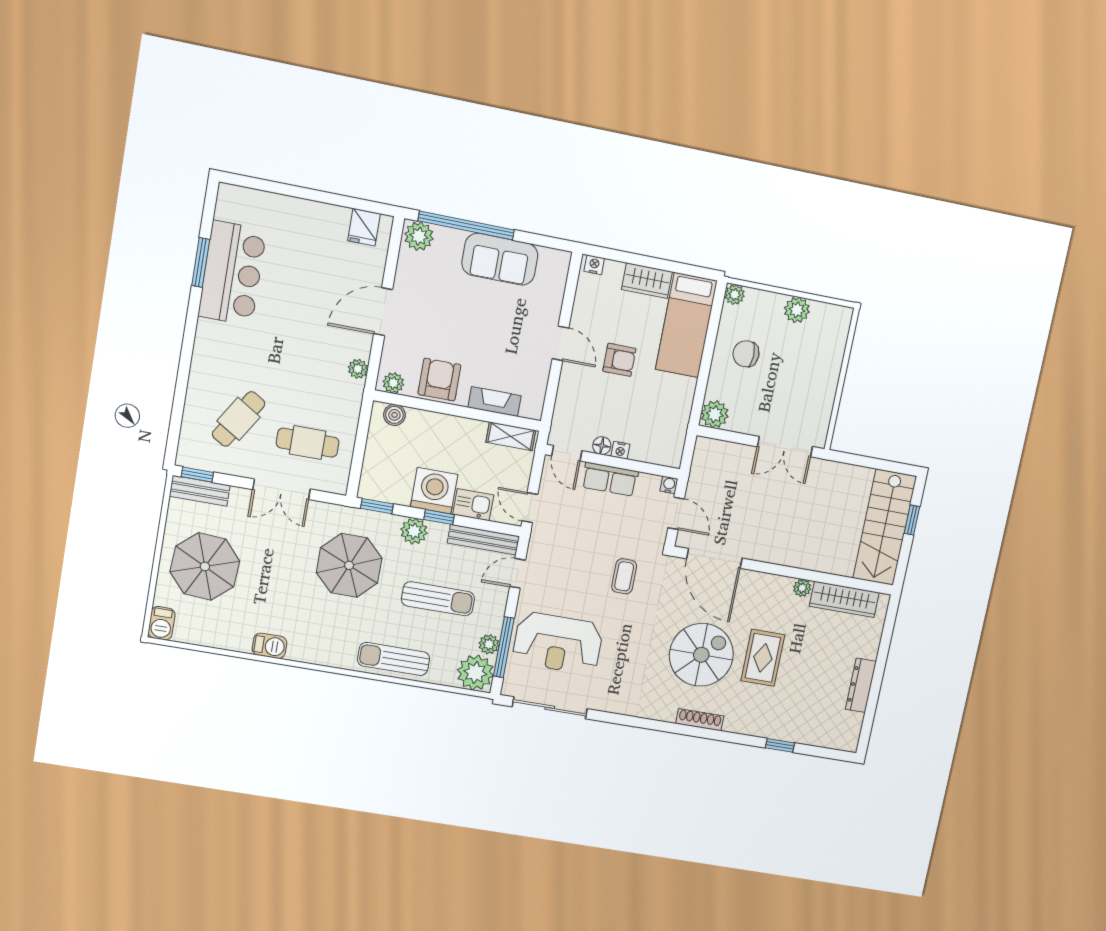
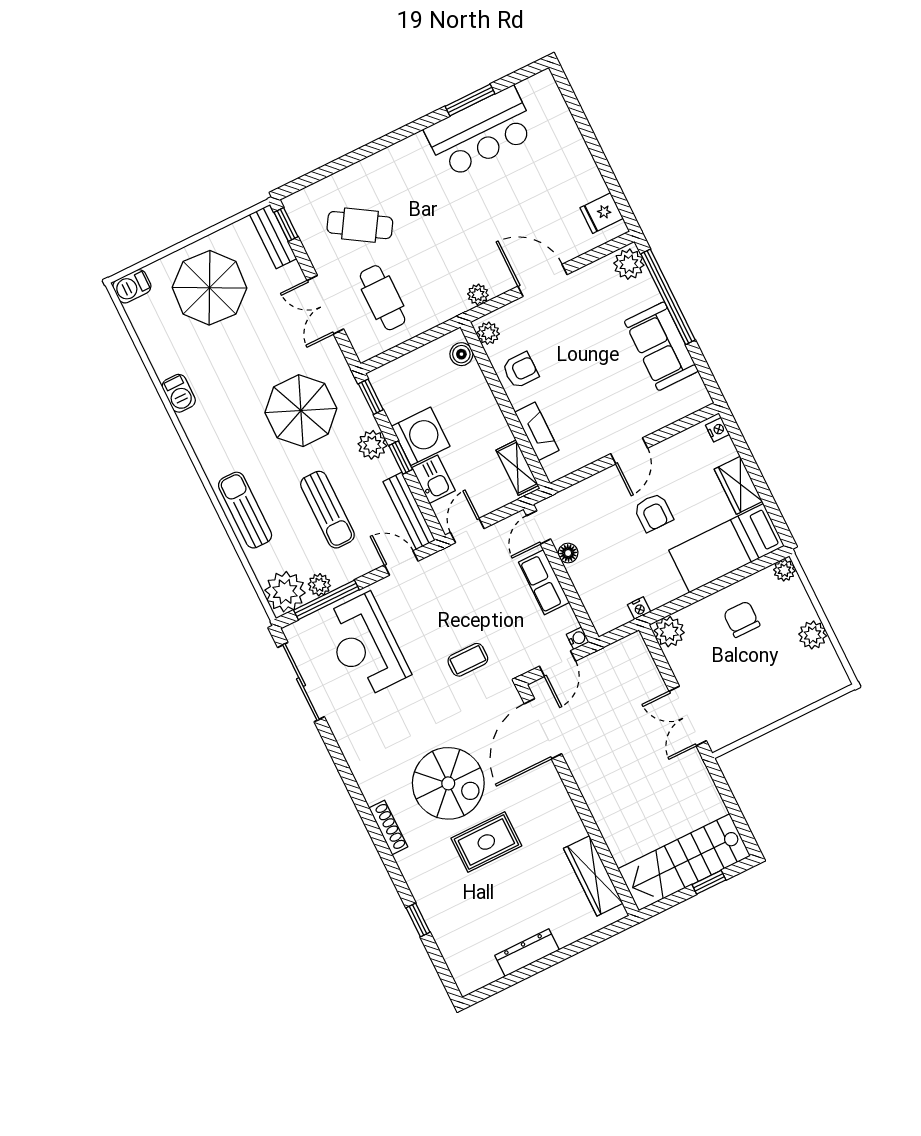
armchair: (439, 380) -> (520, 370), width x0.72, depth x0.72
nightstand: (620, 450) -> (639, 608), moved, turned -90
plant: (802, 588) -> (575, 829), removed

